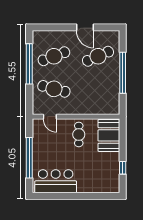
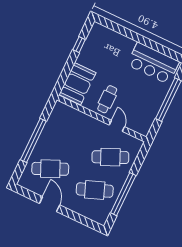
cafe table: (54, 89) -> (110, 157), turned -39
door: (50, 117) -> (117, 126), moved

